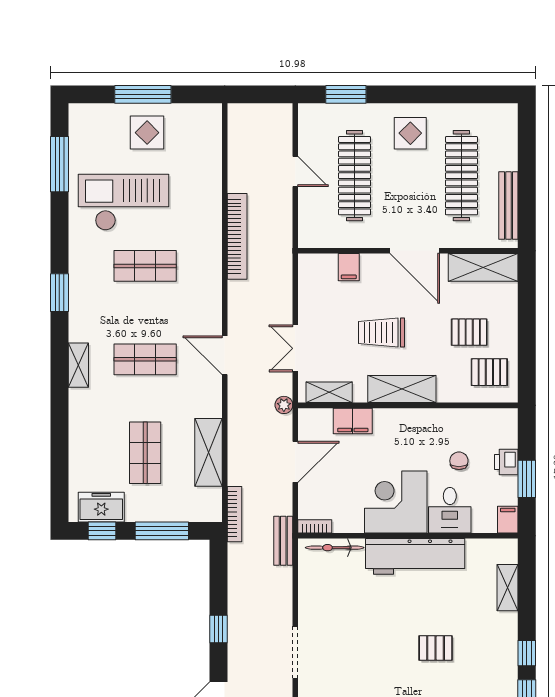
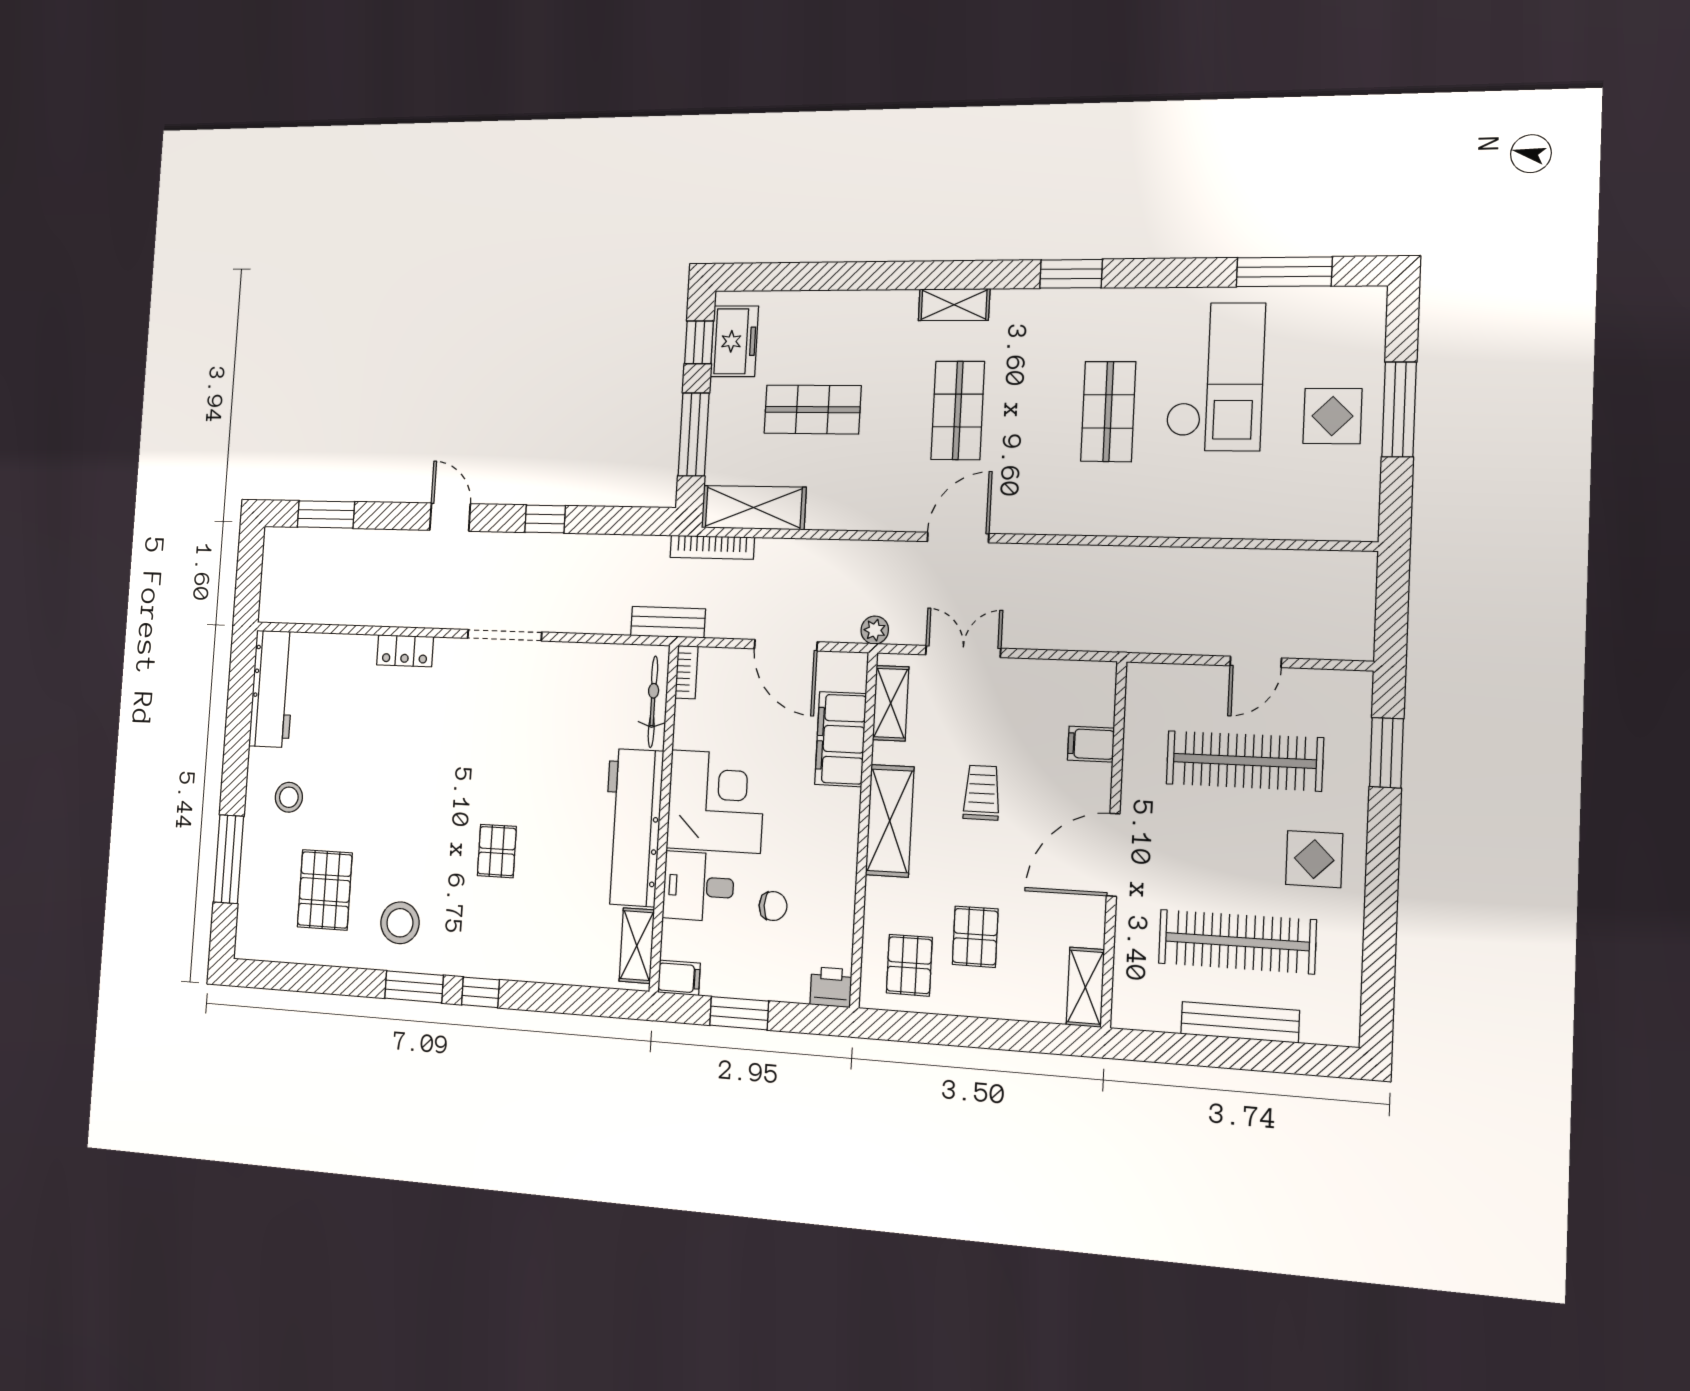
bench: (508, 206) -> (1240, 1022), moved
bookcase: (237, 236) -> (1150, 562), removed
shelving: (483, 267) -> (1085, 987), width x0.67, depth x0.75
trolley: (381, 333) -> (982, 793), width x0.73, depth x0.72
filing cabinet: (353, 421) -> (841, 739), width x1.50, depth x1.17
shelving: (208, 452) -> (754, 508), moved
printer: (506, 462) -> (831, 987), moved
shelving: (508, 588) -> (637, 946), moved, turned 90

